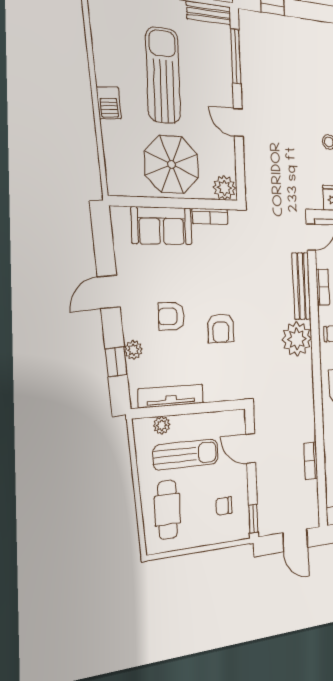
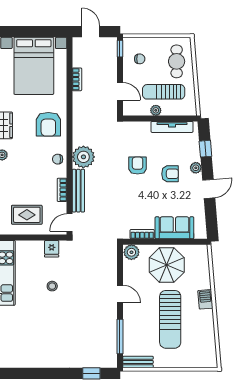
plant: (133, 350) -> (196, 168), moved
plant: (162, 425) -> (156, 110), moved

